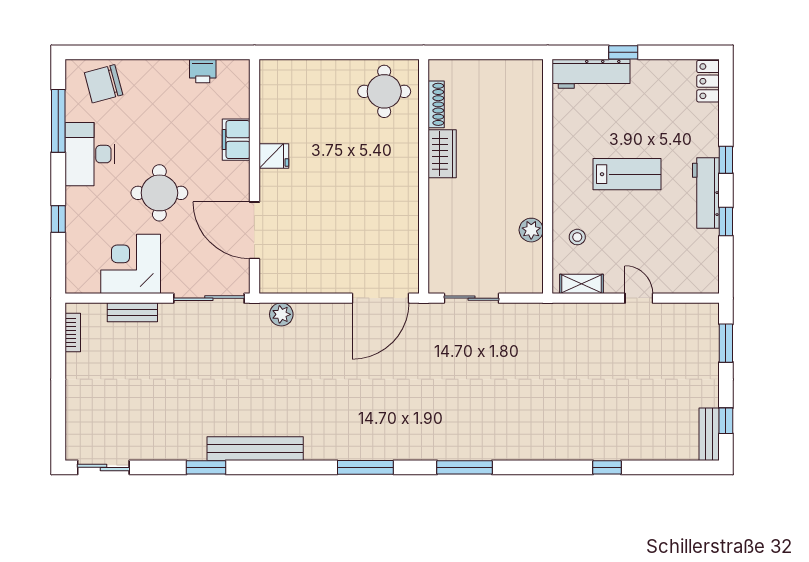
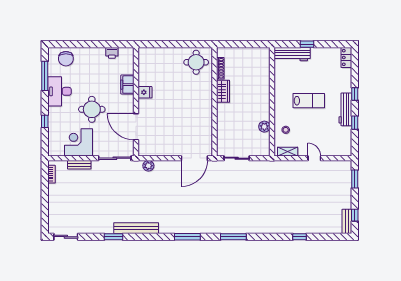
chair: (104, 84) -> (66, 59), turned -75

